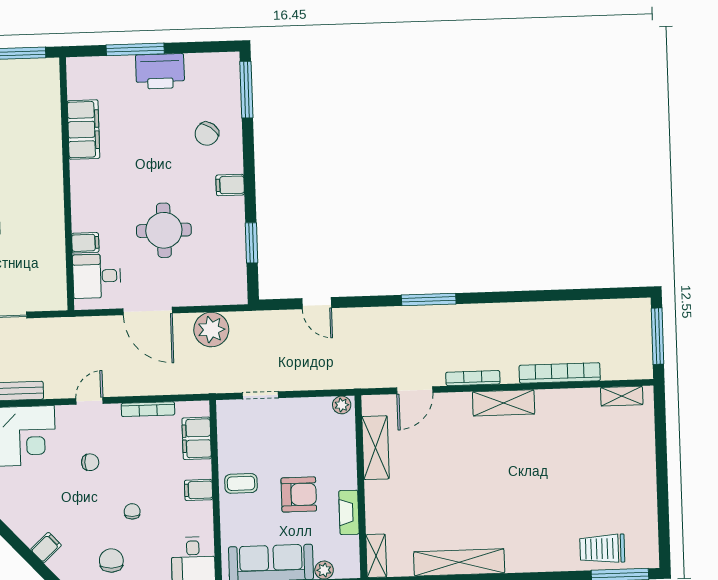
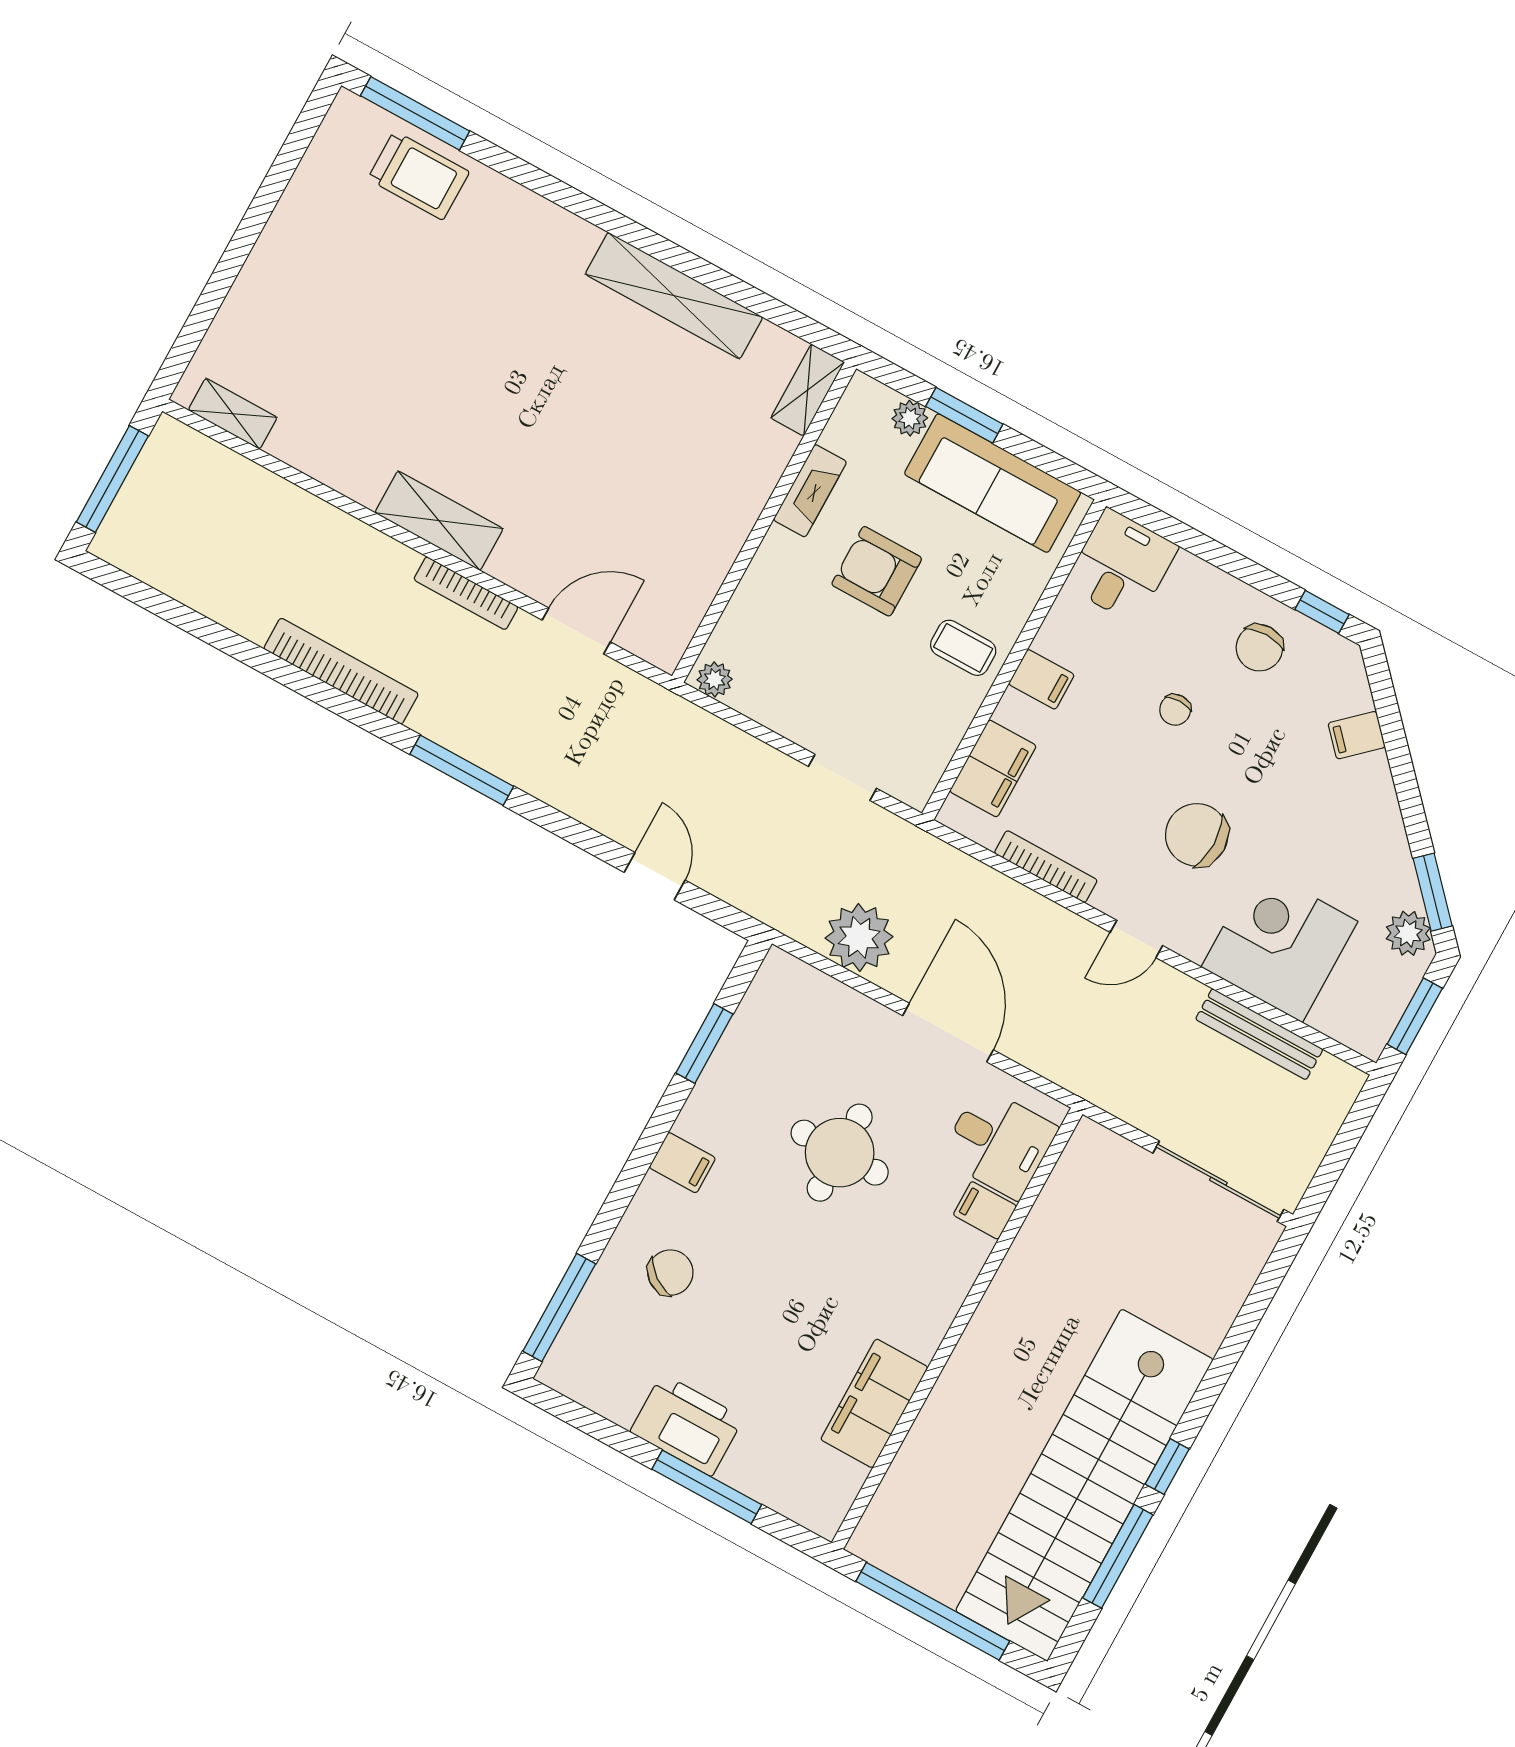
bookcase: (560, 373) -> (341, 671), moved, turned 180
shelving: (376, 448) -> (700, 573), removed
chair: (90, 462) -> (1197, 835), width x1.87, depth x1.87

